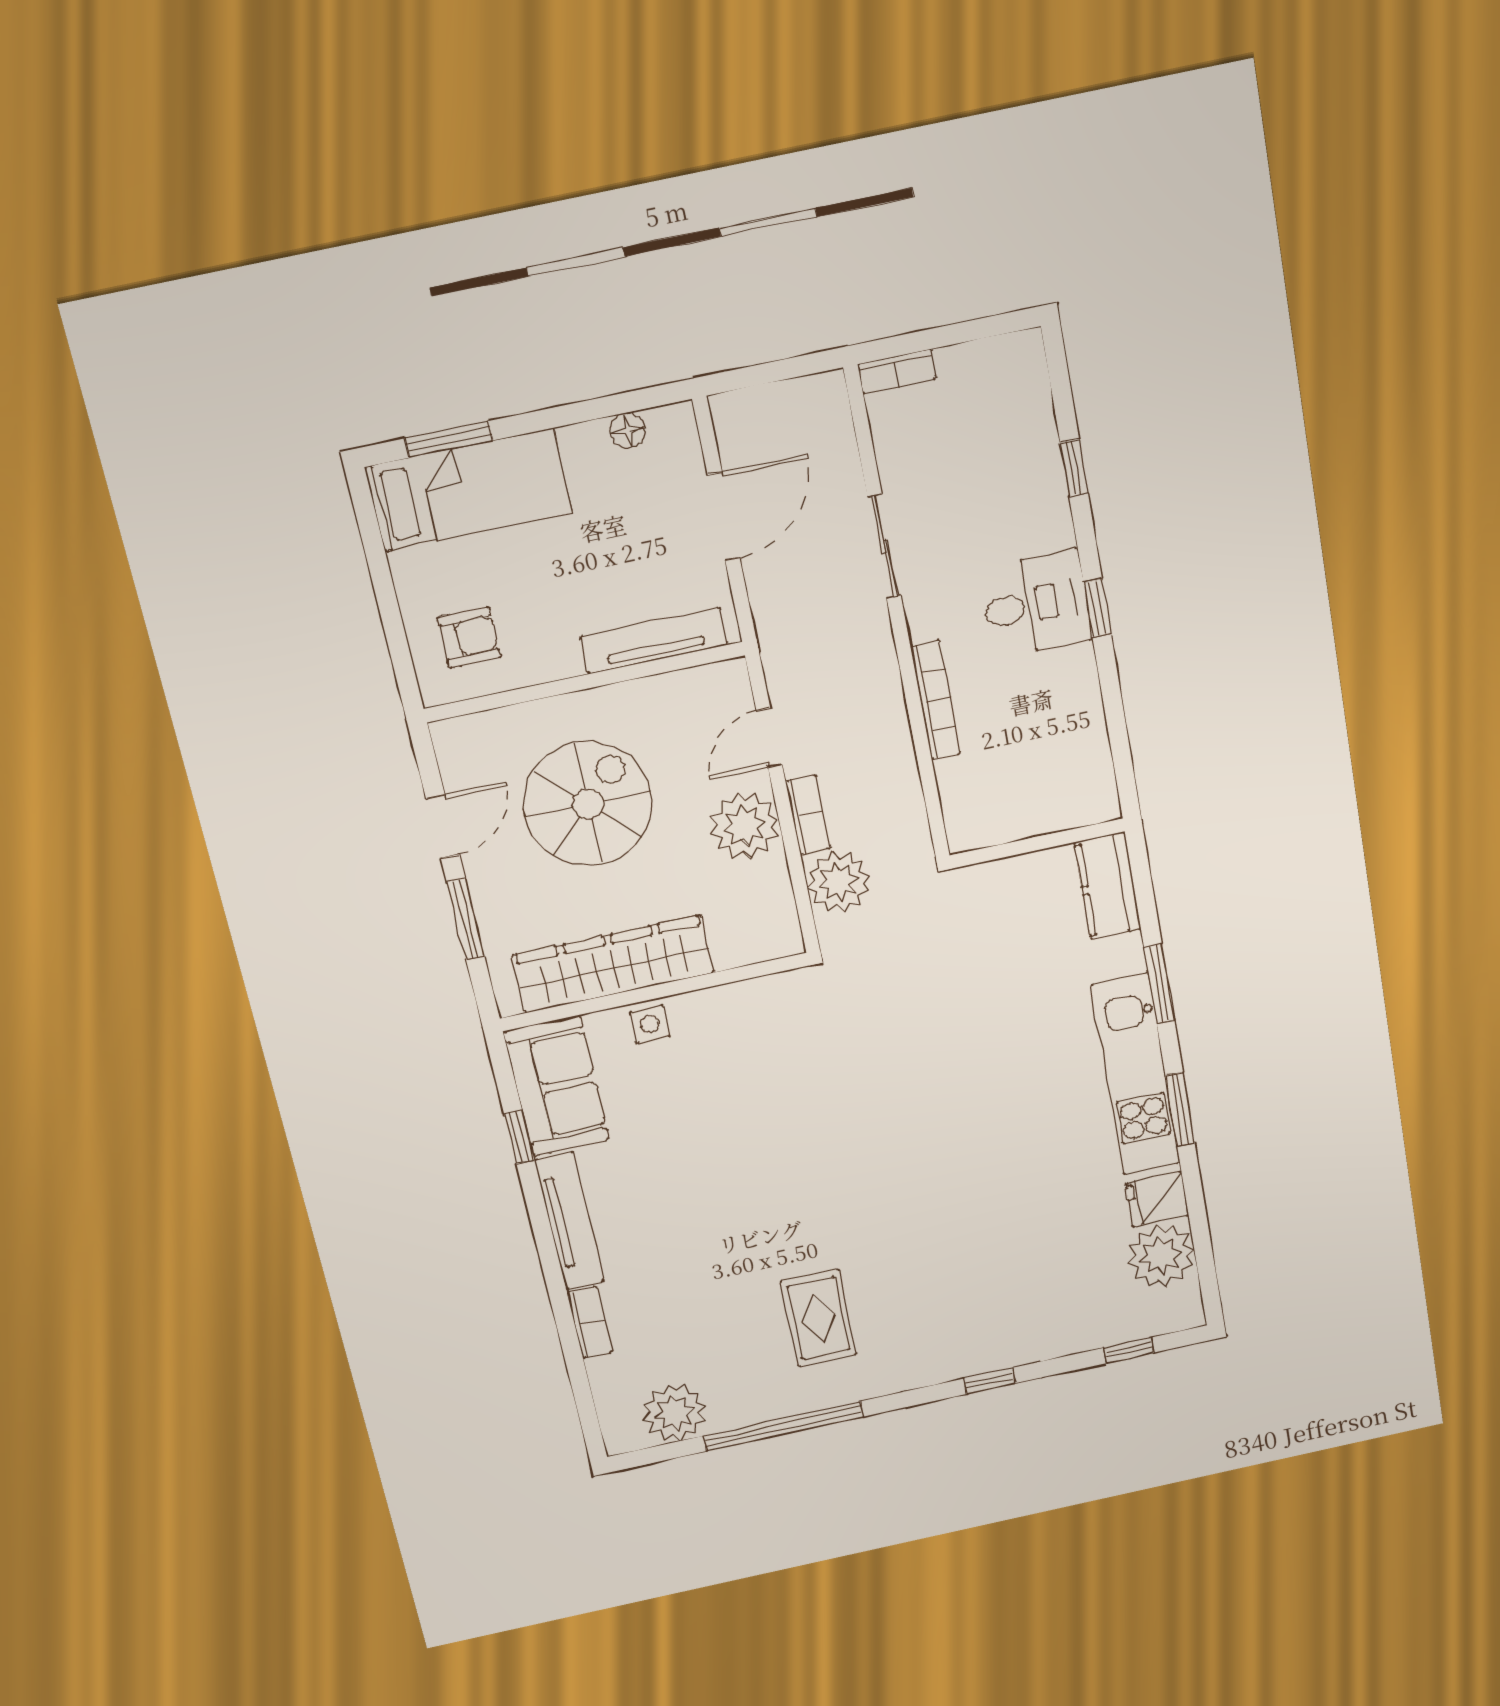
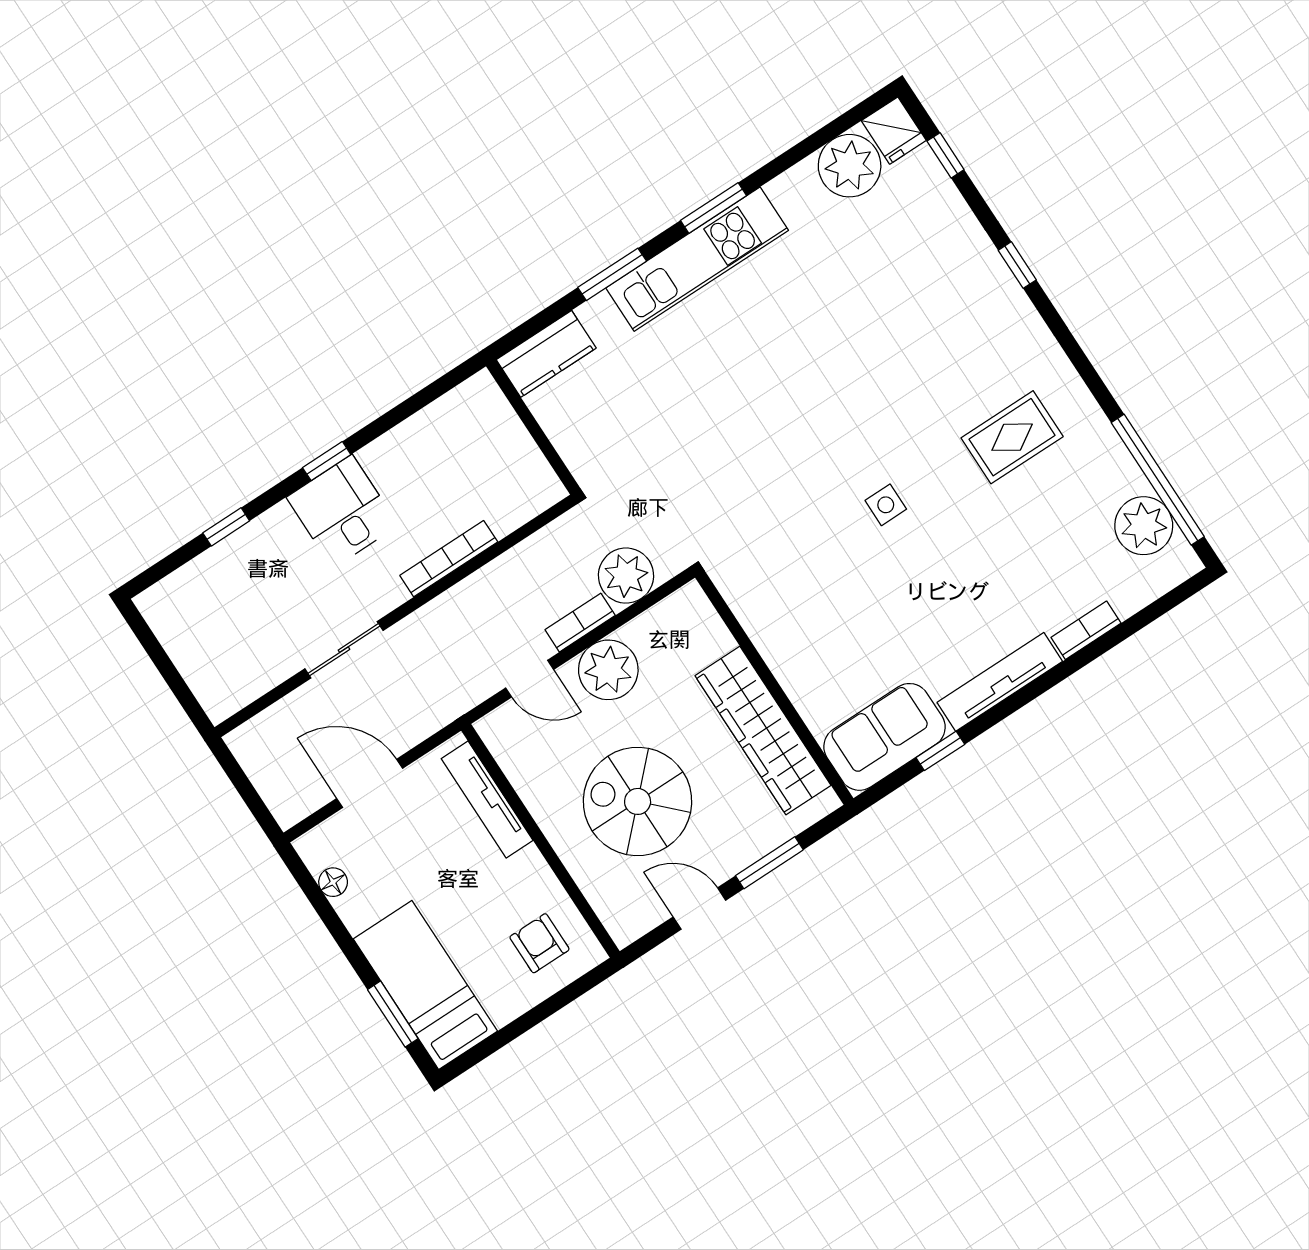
bookcase: (897, 372) -> (208, 695), removed
side table: (650, 1024) -> (886, 505), moved
fridge: (1157, 1199) -> (894, 131), moved
window: (784, 1426) -> (1158, 480), moved

